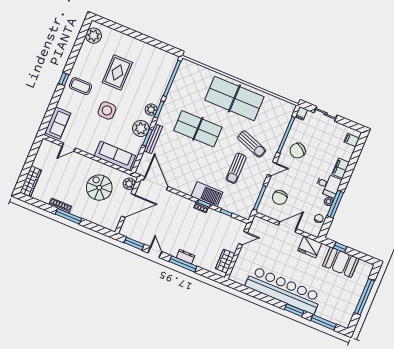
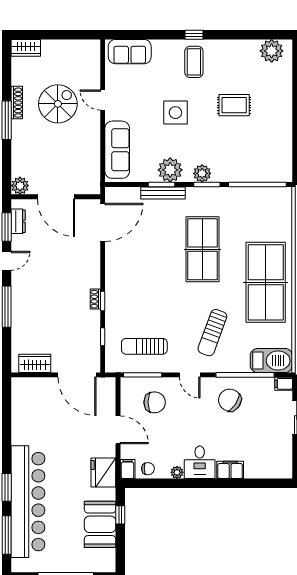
rug: (117, 72) -> (234, 105), width x0.73, depth x0.70
filing cabinet: (352, 140) -> (128, 469), moved
door: (69, 147) -> (103, 100), moved
sun lounger: (236, 168) -> (144, 346), moved
wardrobe: (31, 181) -> (26, 48), width x0.67
plant: (129, 184) -> (20, 186), moved
spiral stairs: (99, 188) -> (58, 104), moved
barbecue: (207, 194) -> (271, 361), moved, turned -90
chair: (280, 197) -> (155, 402), turned 180
window: (335, 204) -> (177, 483), removed
door: (243, 238) -> (77, 375), width x1.87
dresser: (186, 257) -> (18, 221), moved
bar counter: (283, 290) -> (28, 502), moved

